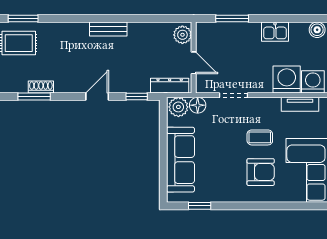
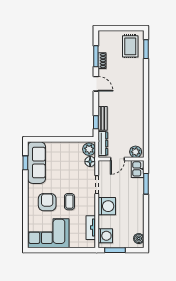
bench: (108, 29) -> (103, 118), moved
kitchen sink: (275, 32) -> (138, 169), moved
washing machine: (287, 79) -> (107, 206), moved
door: (97, 96) -> (96, 84), moved
sofa: (180, 160) -> (36, 163), moved, turned -90
armchair: (261, 172) -> (47, 202), turned 180

